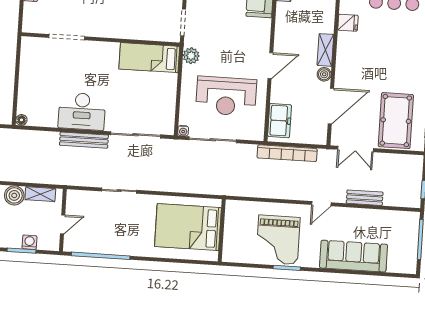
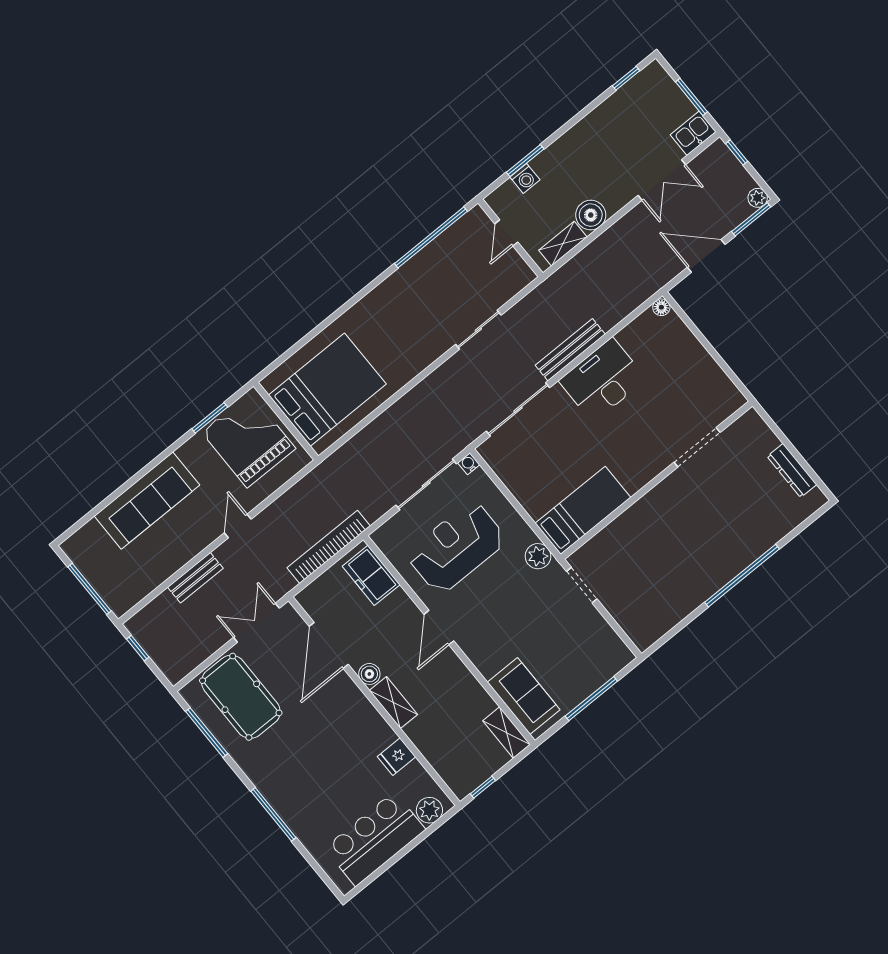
bed: (188, 227) -> (327, 390), moved
wall: (222, 230) -> (286, 421), moved

